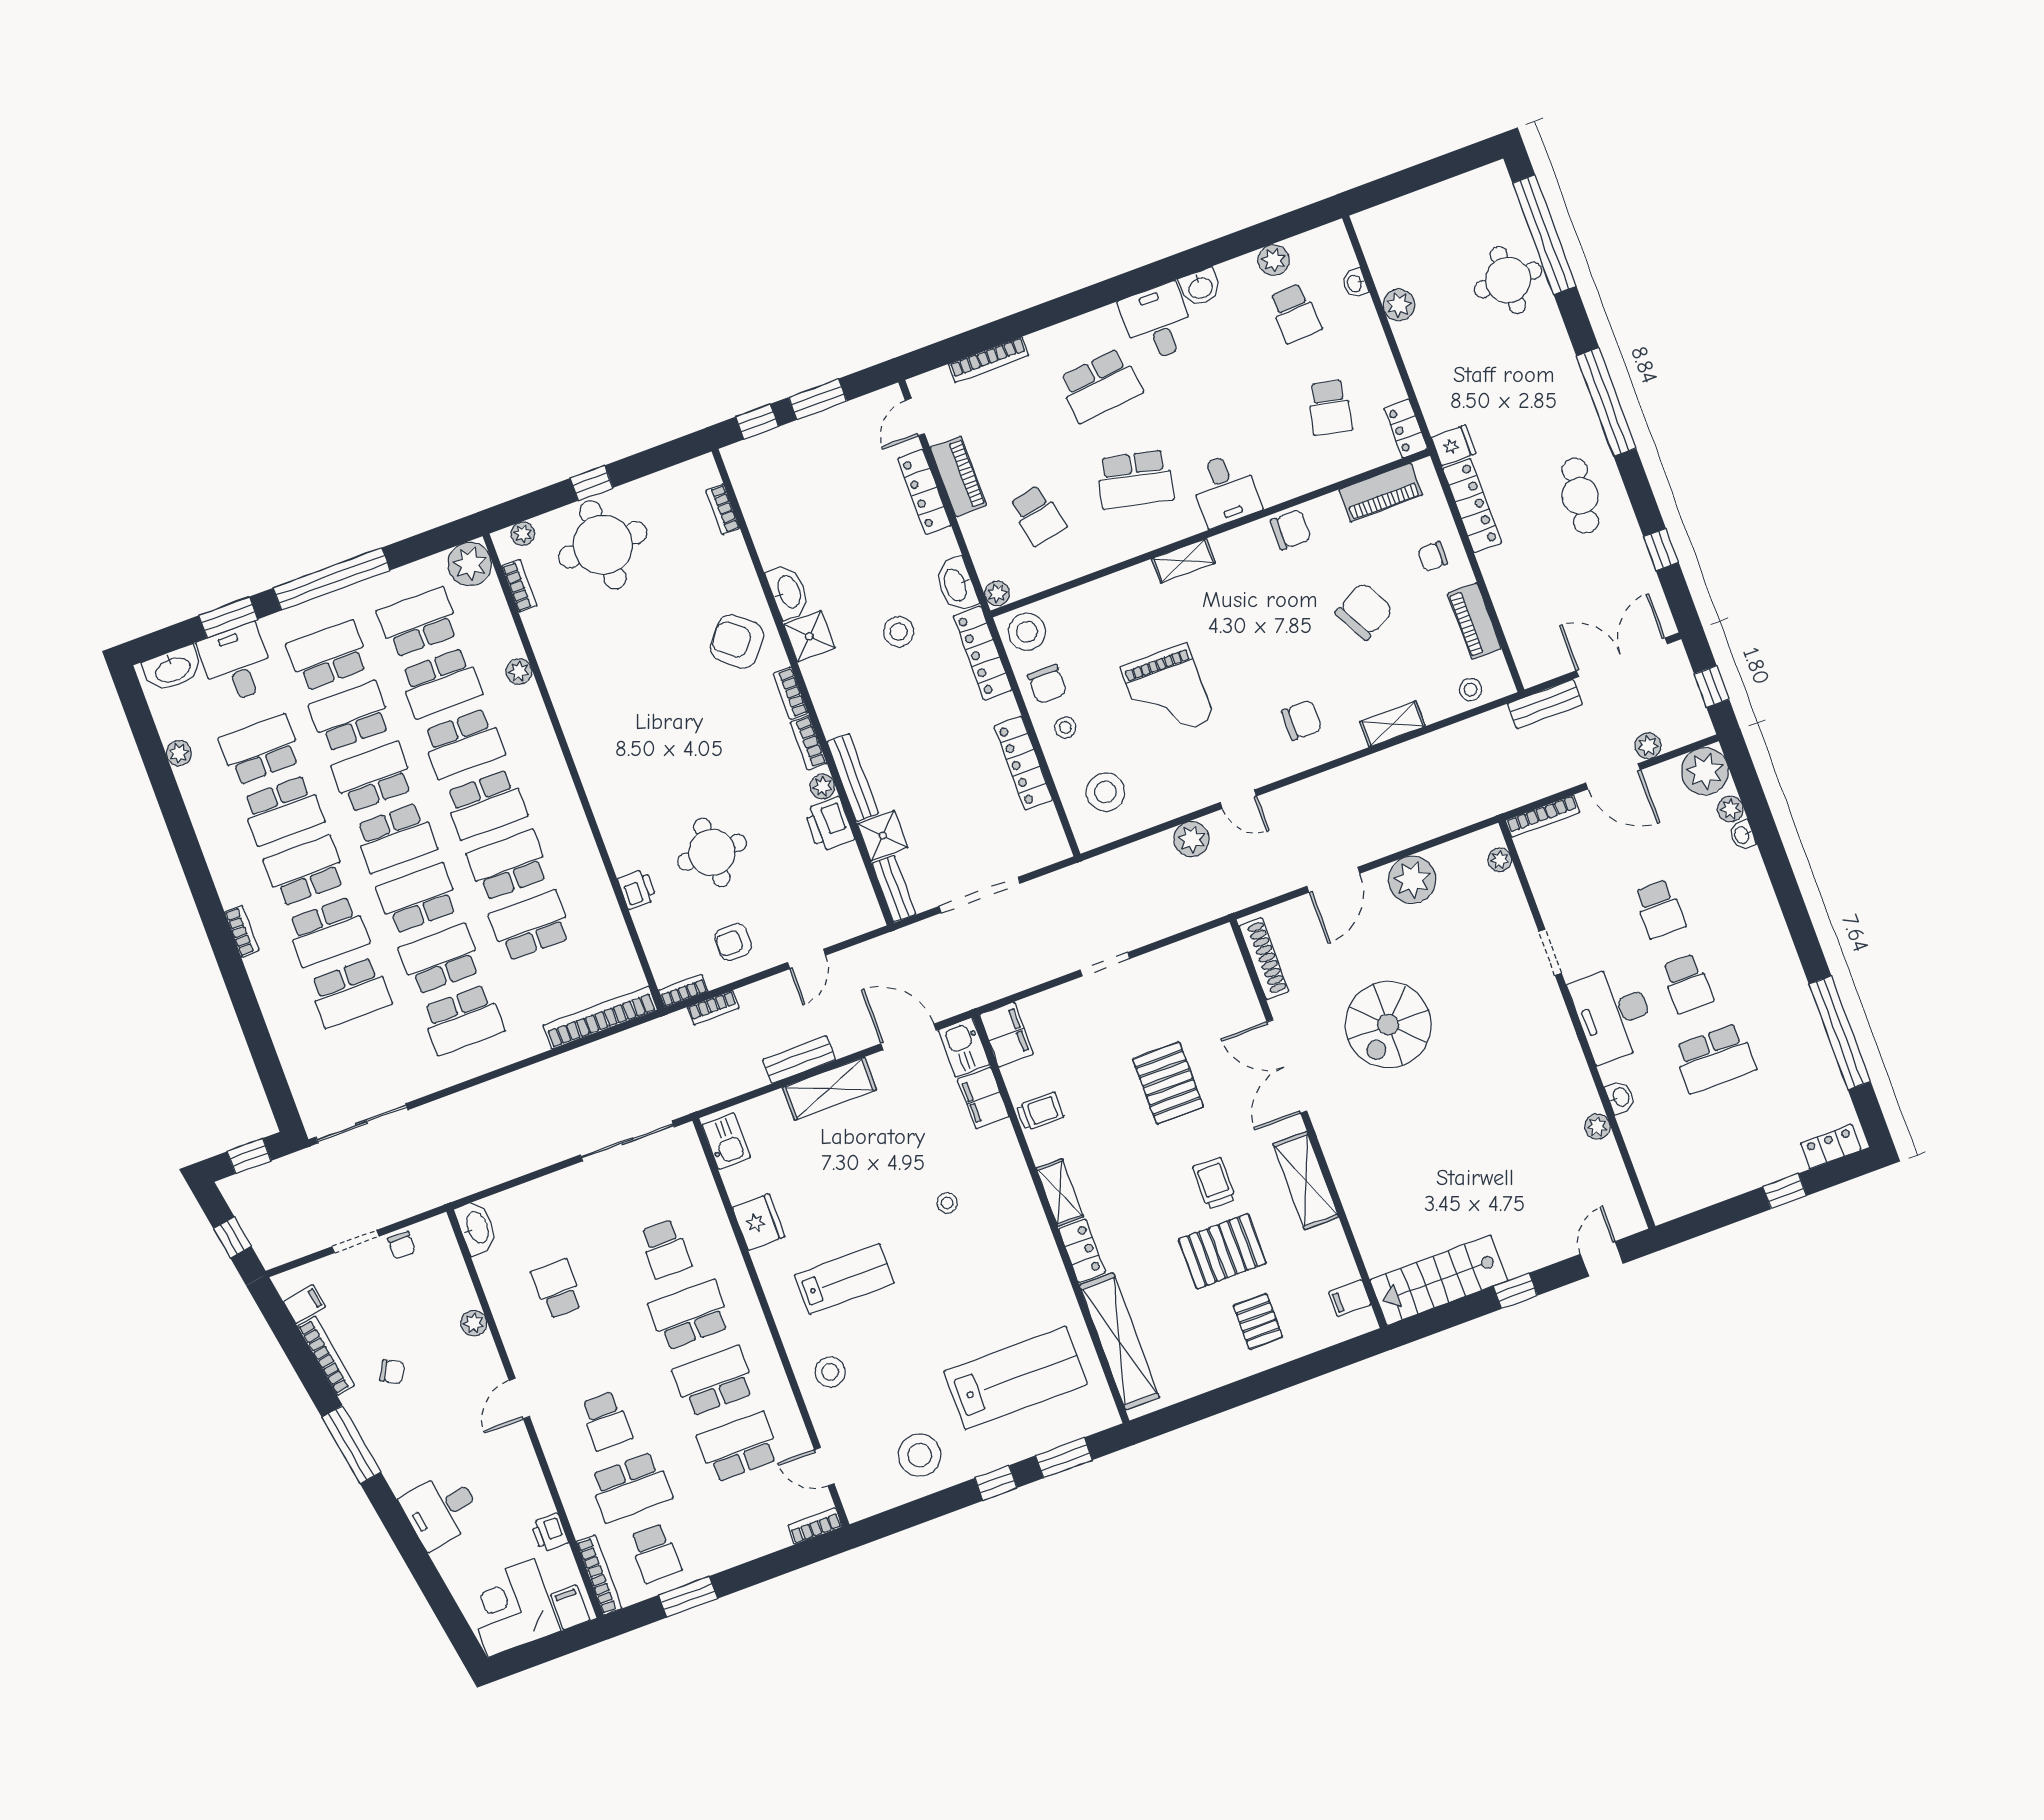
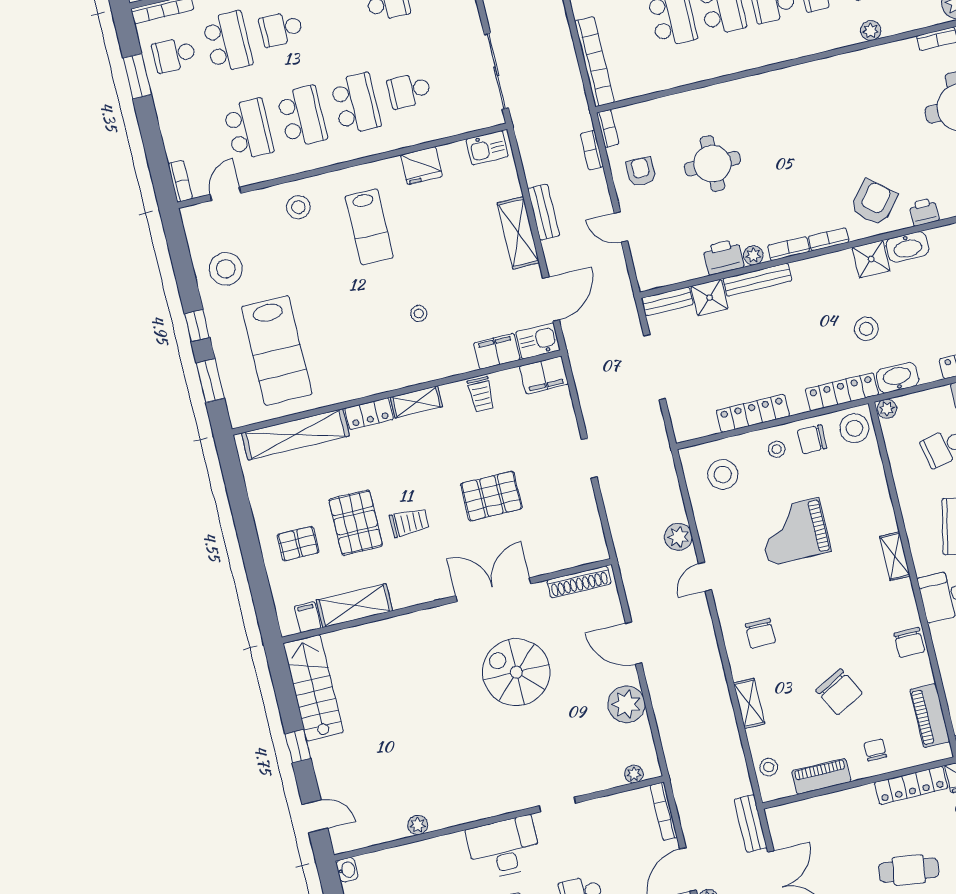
printer: (637, 889) -> (924, 212), moved, turned 180
washbasin: (1620, 1097) -> (347, 870), moved, turned -90
shelving: (1306, 1181) -> (354, 605), moved
school desk: (631, 1487) -> (228, 42), turned 180

